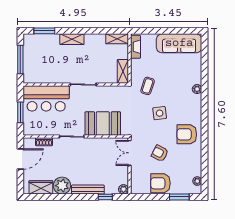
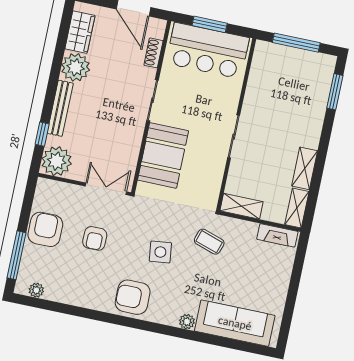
shelving: (72, 39) -> (305, 168), moved
sofa: (179, 43) -> (235, 323), moved, turned 90
bar counter: (46, 98) -> (208, 51), moved, turned -90
armchair: (187, 134) -> (133, 297), moved, turned -90
armchair: (160, 153) -> (95, 238), turned 153
plant: (123, 189) -> (57, 161), width x1.88, depth x1.88
window: (179, 197) -> (16, 255), width x1.44

